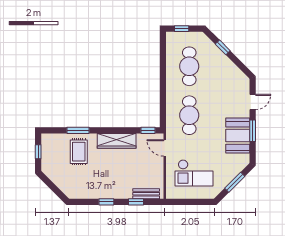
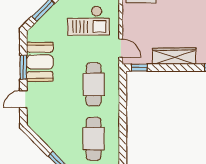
checkout: (194, 173) -> (88, 20), turned 180

